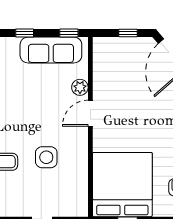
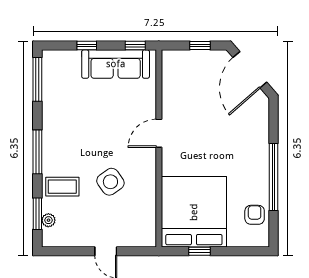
plant: (80, 87) -> (147, 105), removed
side table: (46, 157) -> (110, 182), turned -35

